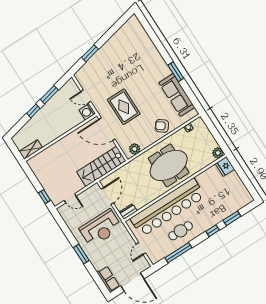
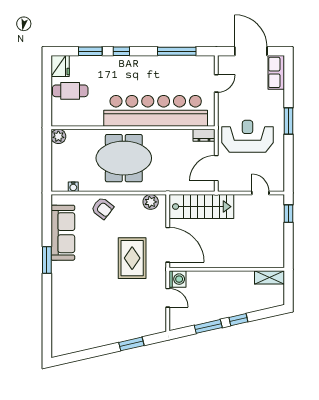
fridge: (225, 166) -> (60, 66), moved
cafe table: (181, 231) -> (70, 91), moved

